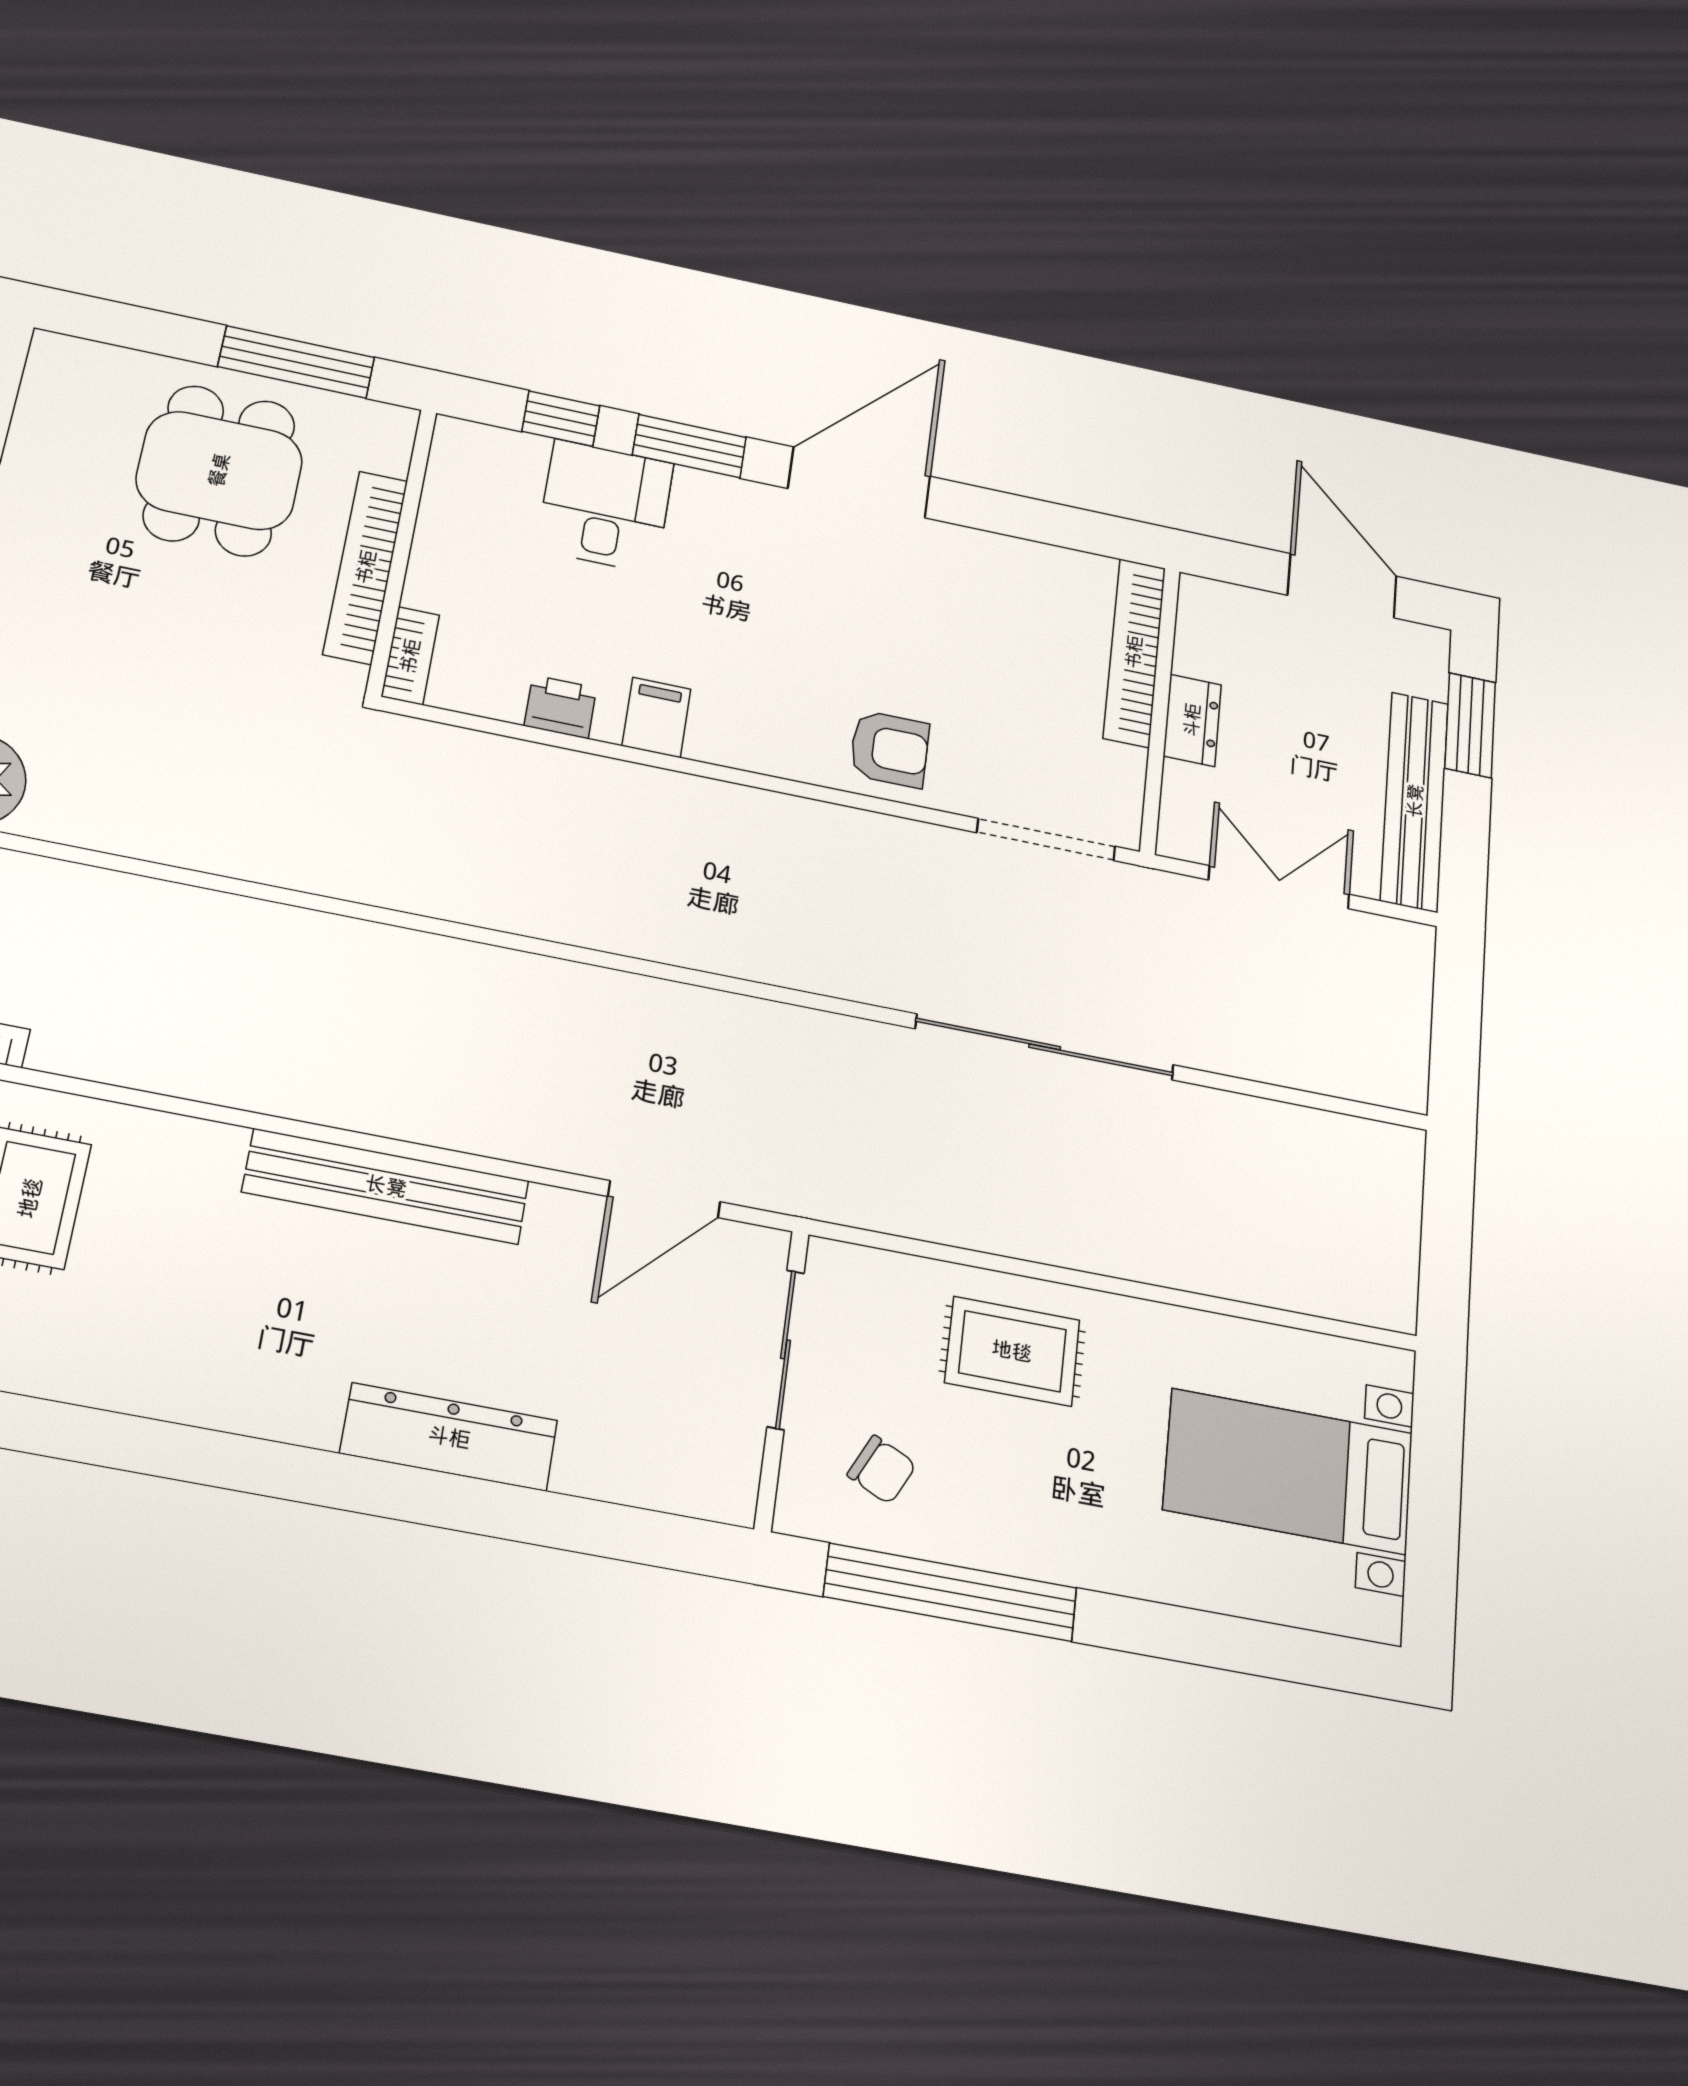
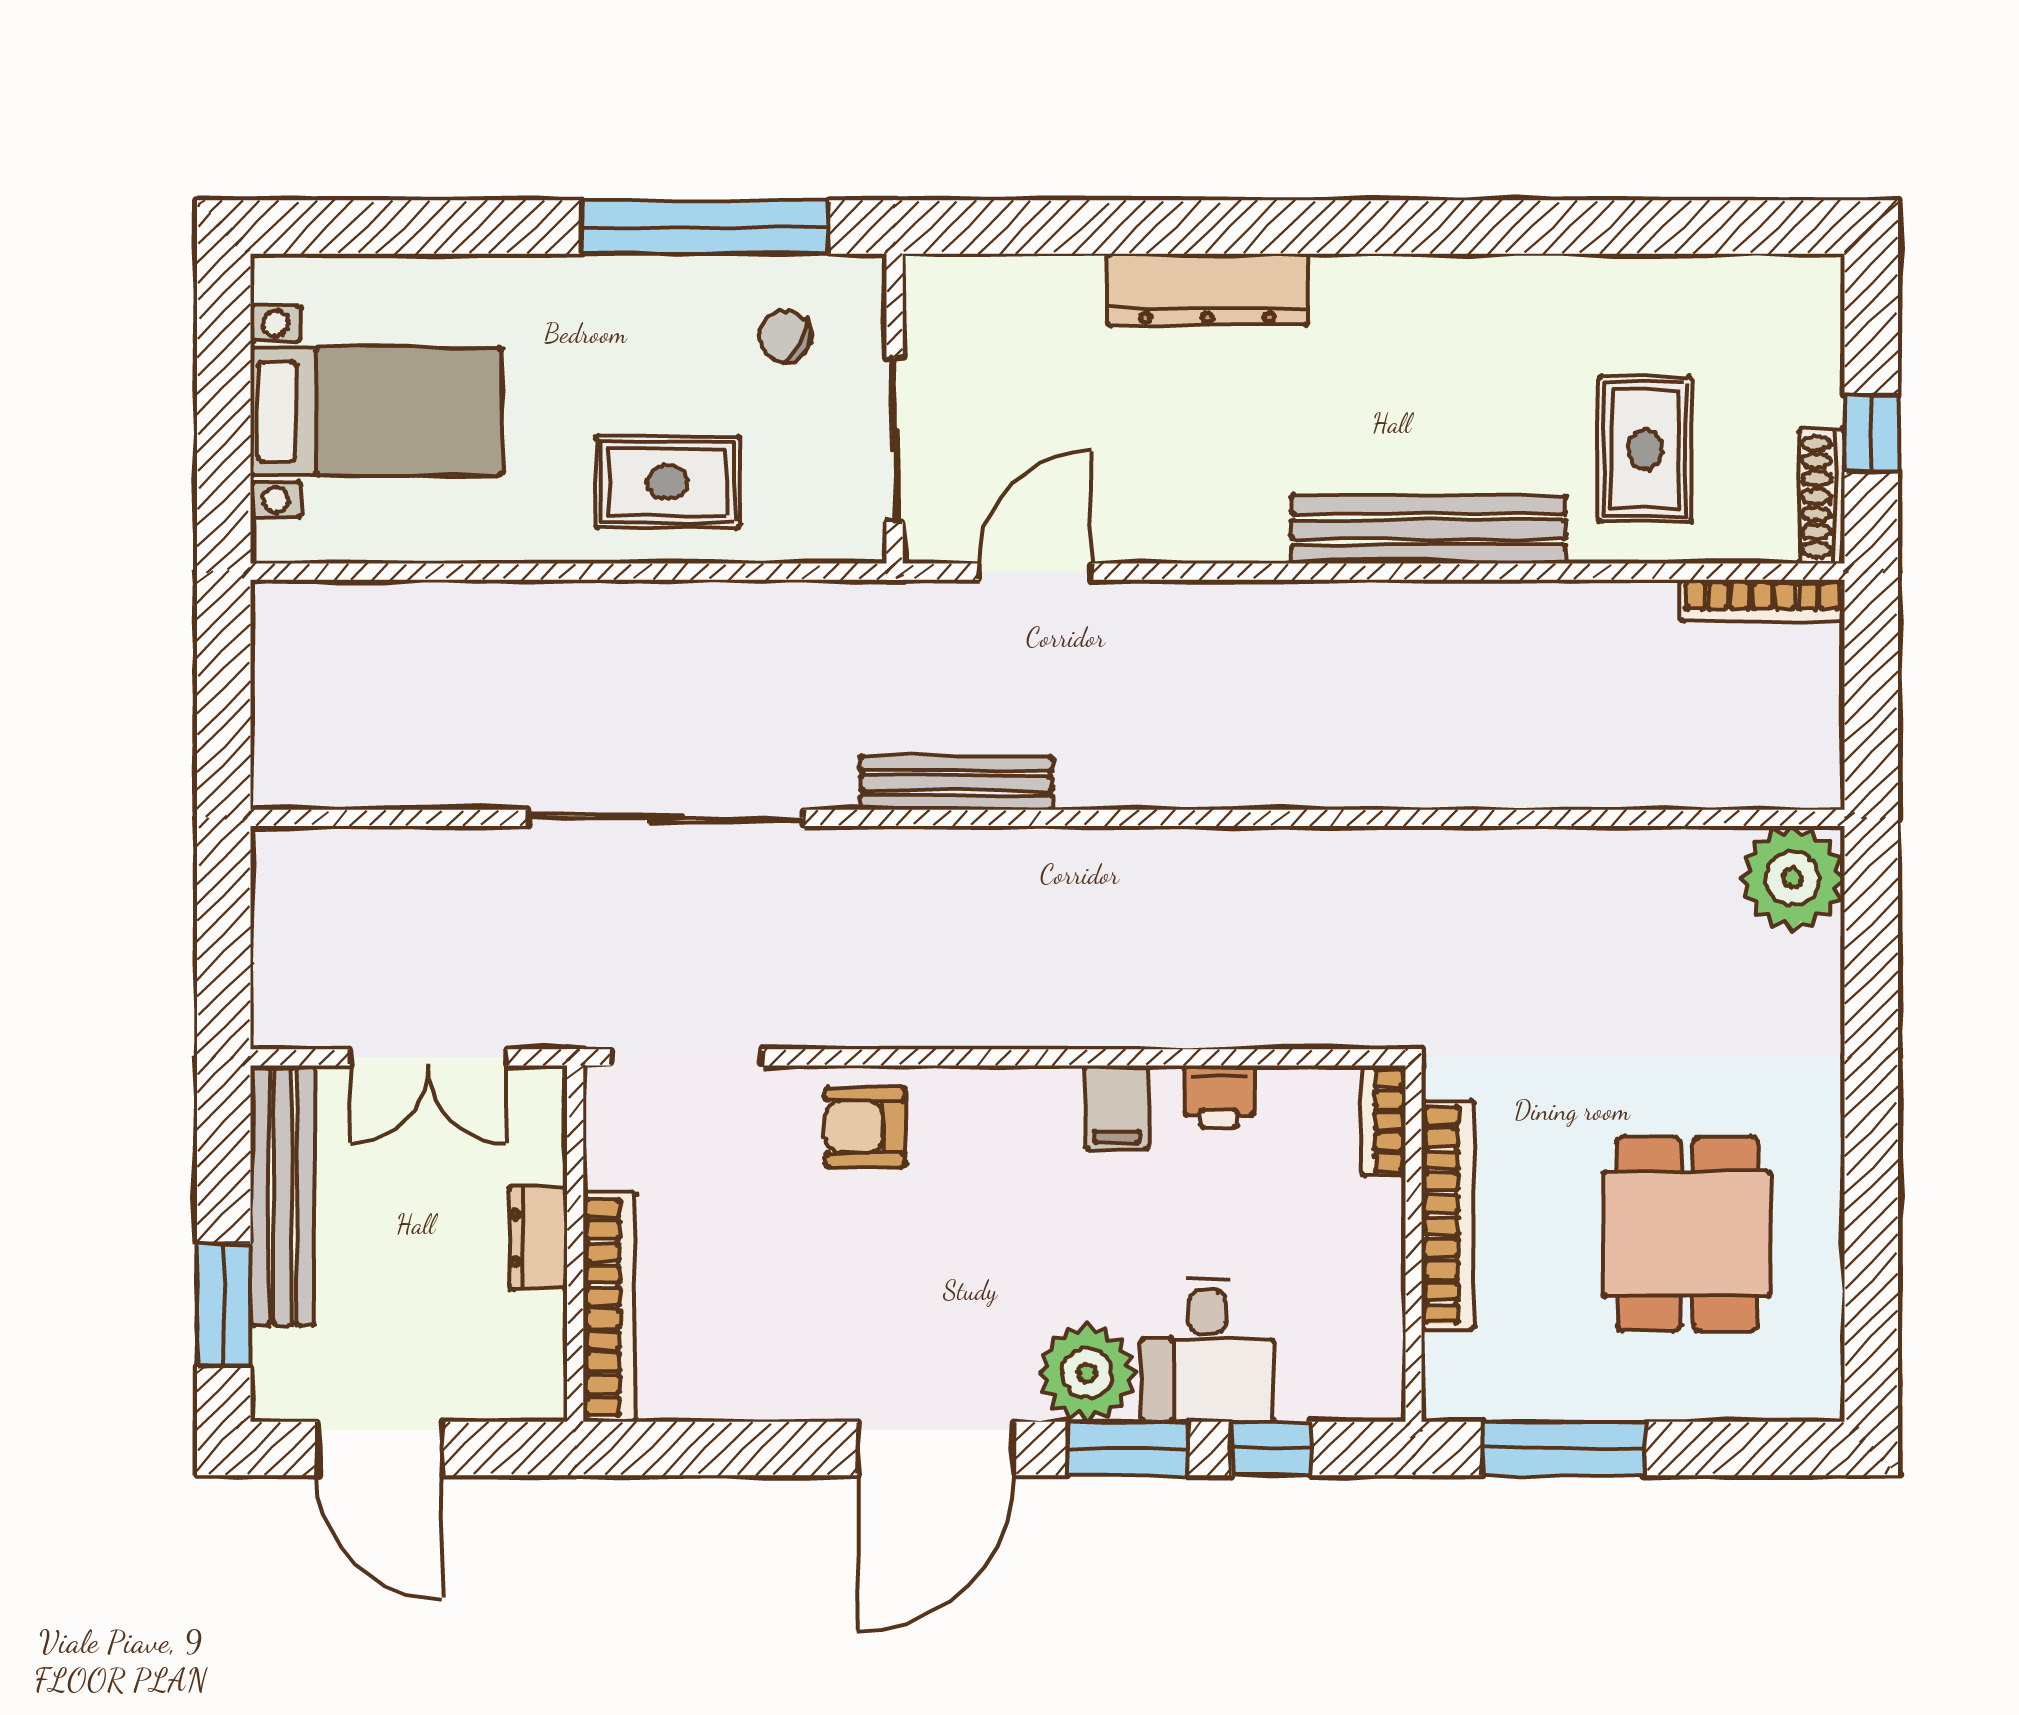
dining table: (219, 470) -> (1687, 1234), moved
plant: (716, 511) -> (1087, 1373), added
bench: (767, 1023) -> (956, 783), added
bench: (386, 1186) -> (1429, 529), moved

